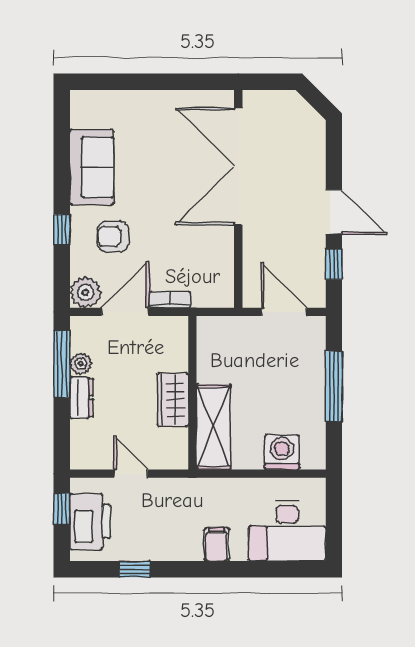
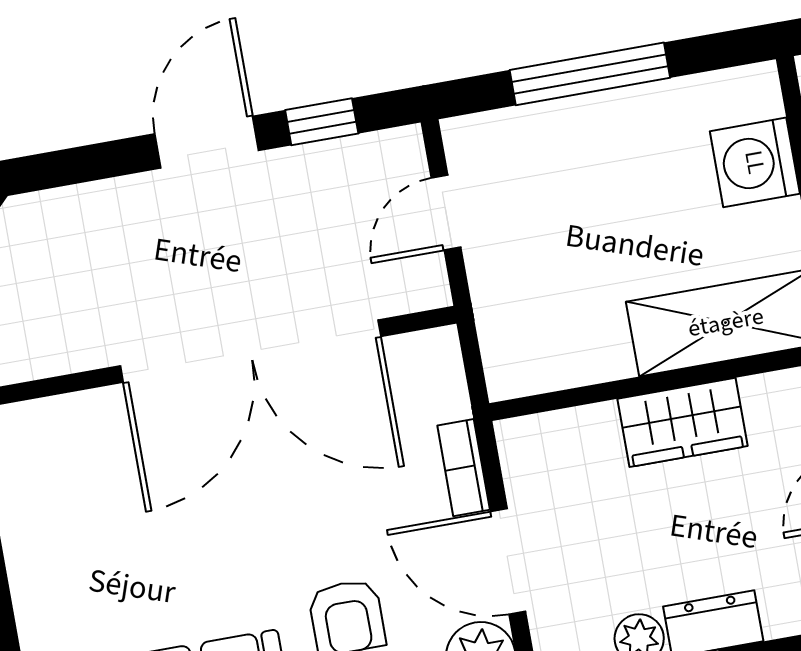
double door: (238, 166) -> (251, 351), moved
door: (284, 312) -> (446, 213), width x0.73

